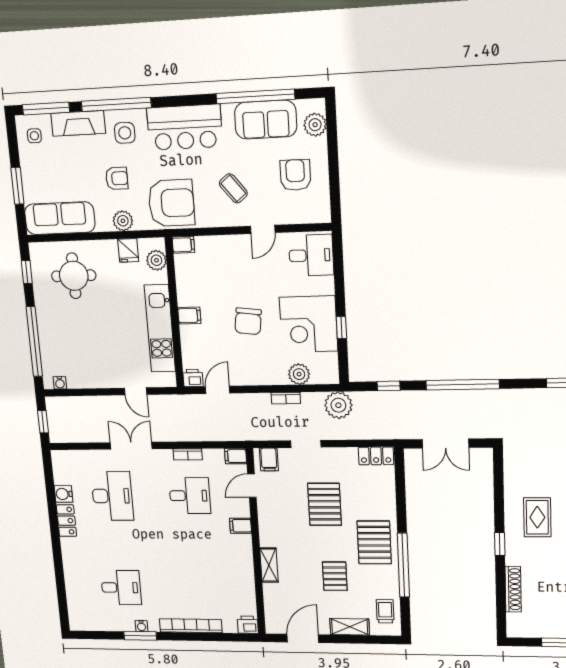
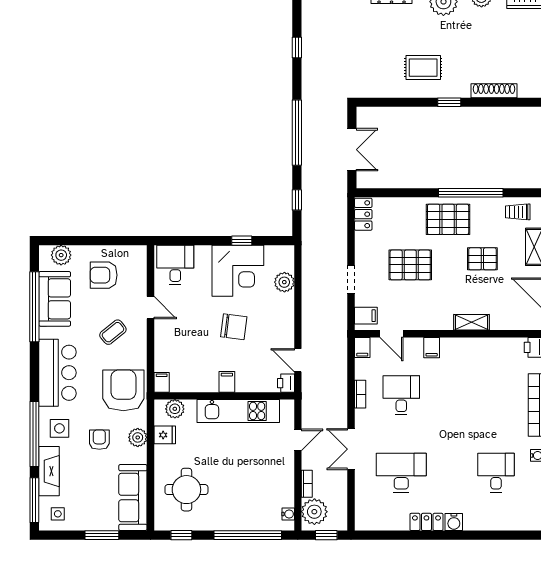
bookcase: (286, 398) -> (307, 484), moved
plant: (338, 405) -> (314, 512), moved
water cooler: (64, 494) -> (454, 522), moved

